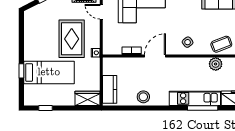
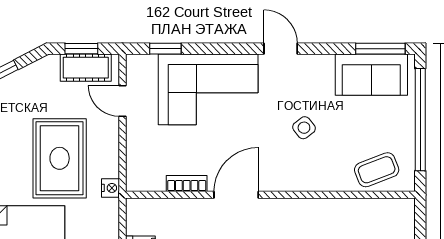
side table: (188, 42) -> (304, 128), moved
plant: (216, 64) -> (364, 212), removed

